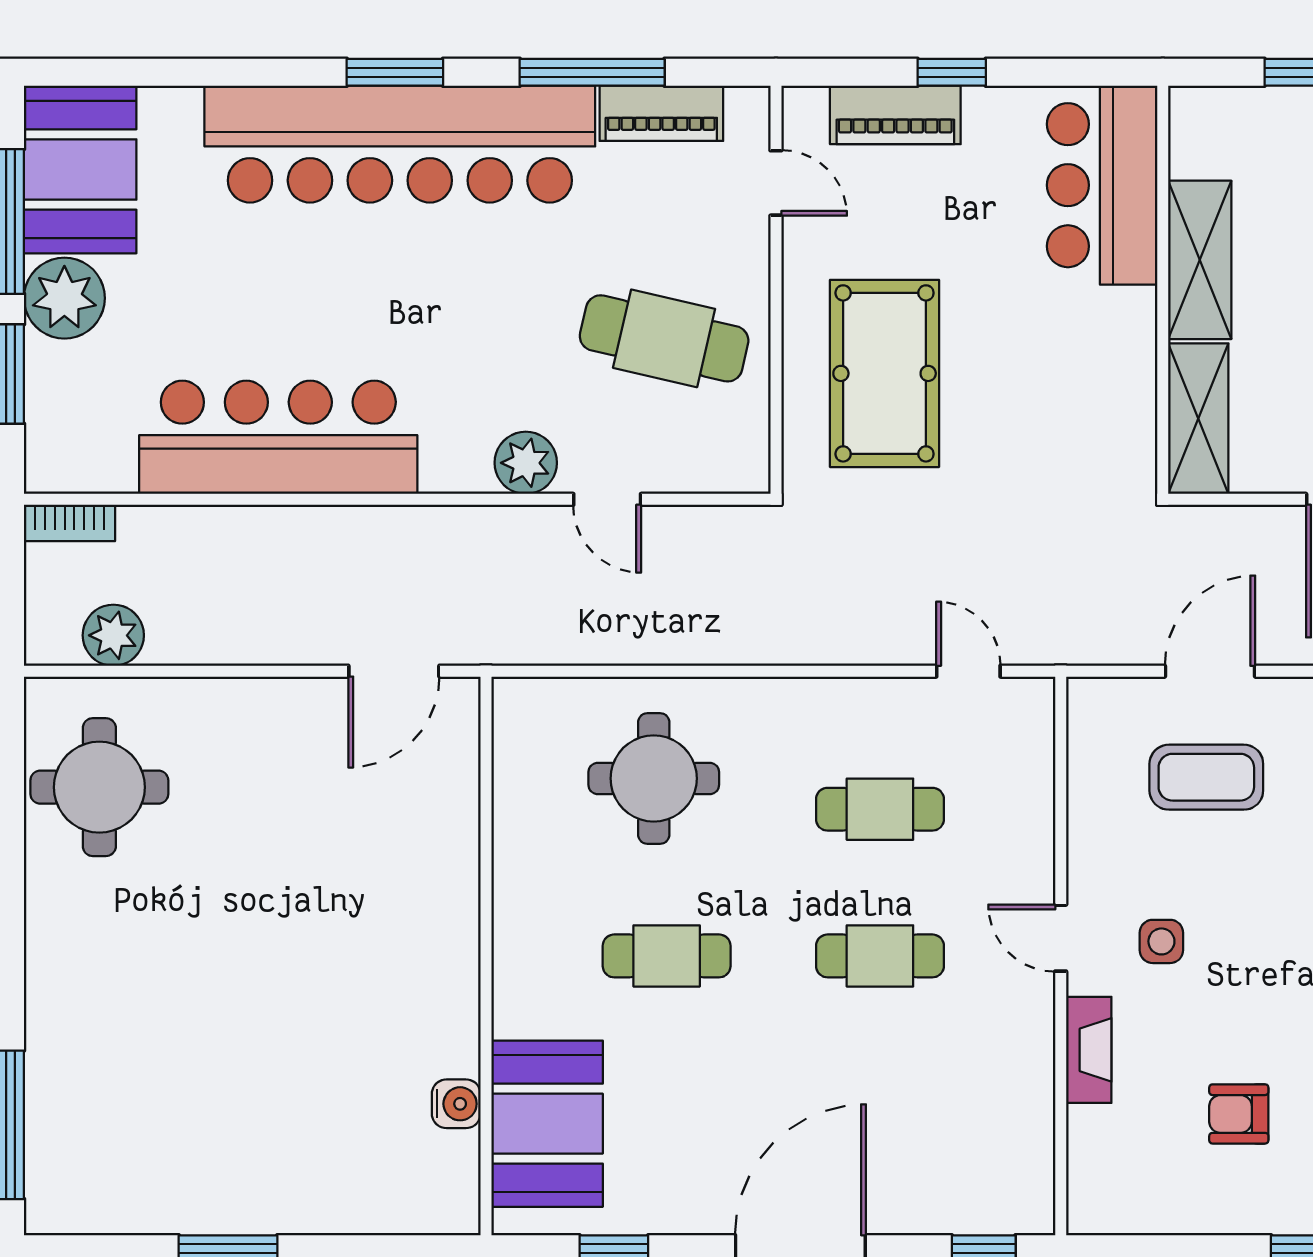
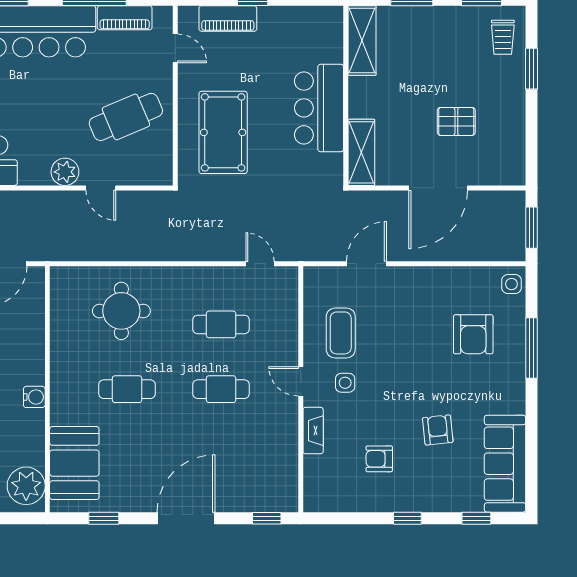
bar counter: (1102, 185) -> (319, 108), moved
shelving: (1200, 260) -> (362, 40), moved
cafe table: (664, 338) -> (126, 117), turned -36
coffee table: (1206, 777) -> (341, 333), moved, turned 90
water cooler: (456, 1104) -> (34, 397), moved
plant: (438, 1175) -> (26, 486), added

